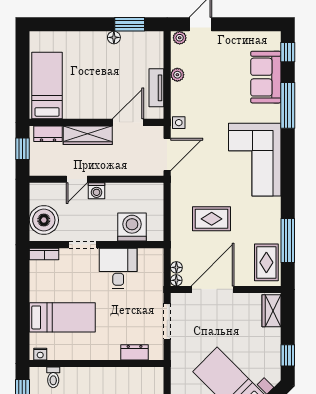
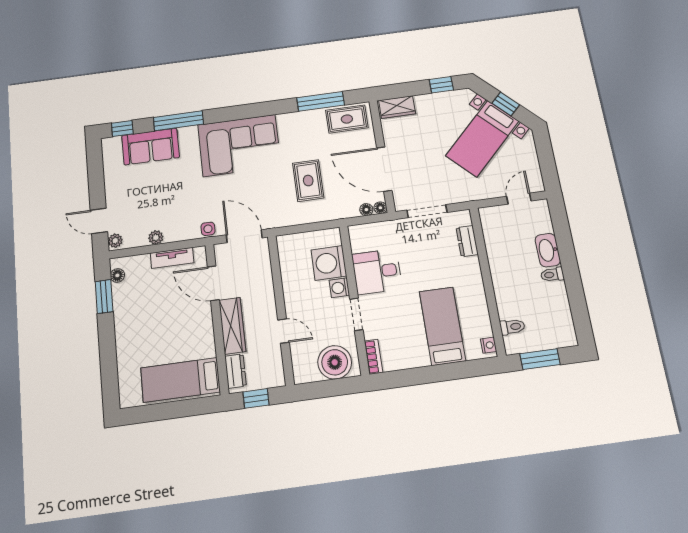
floor lamp: (114, 37) -> (117, 275), moved
washing machine: (97, 191) -> (339, 288), moved, turned 180

